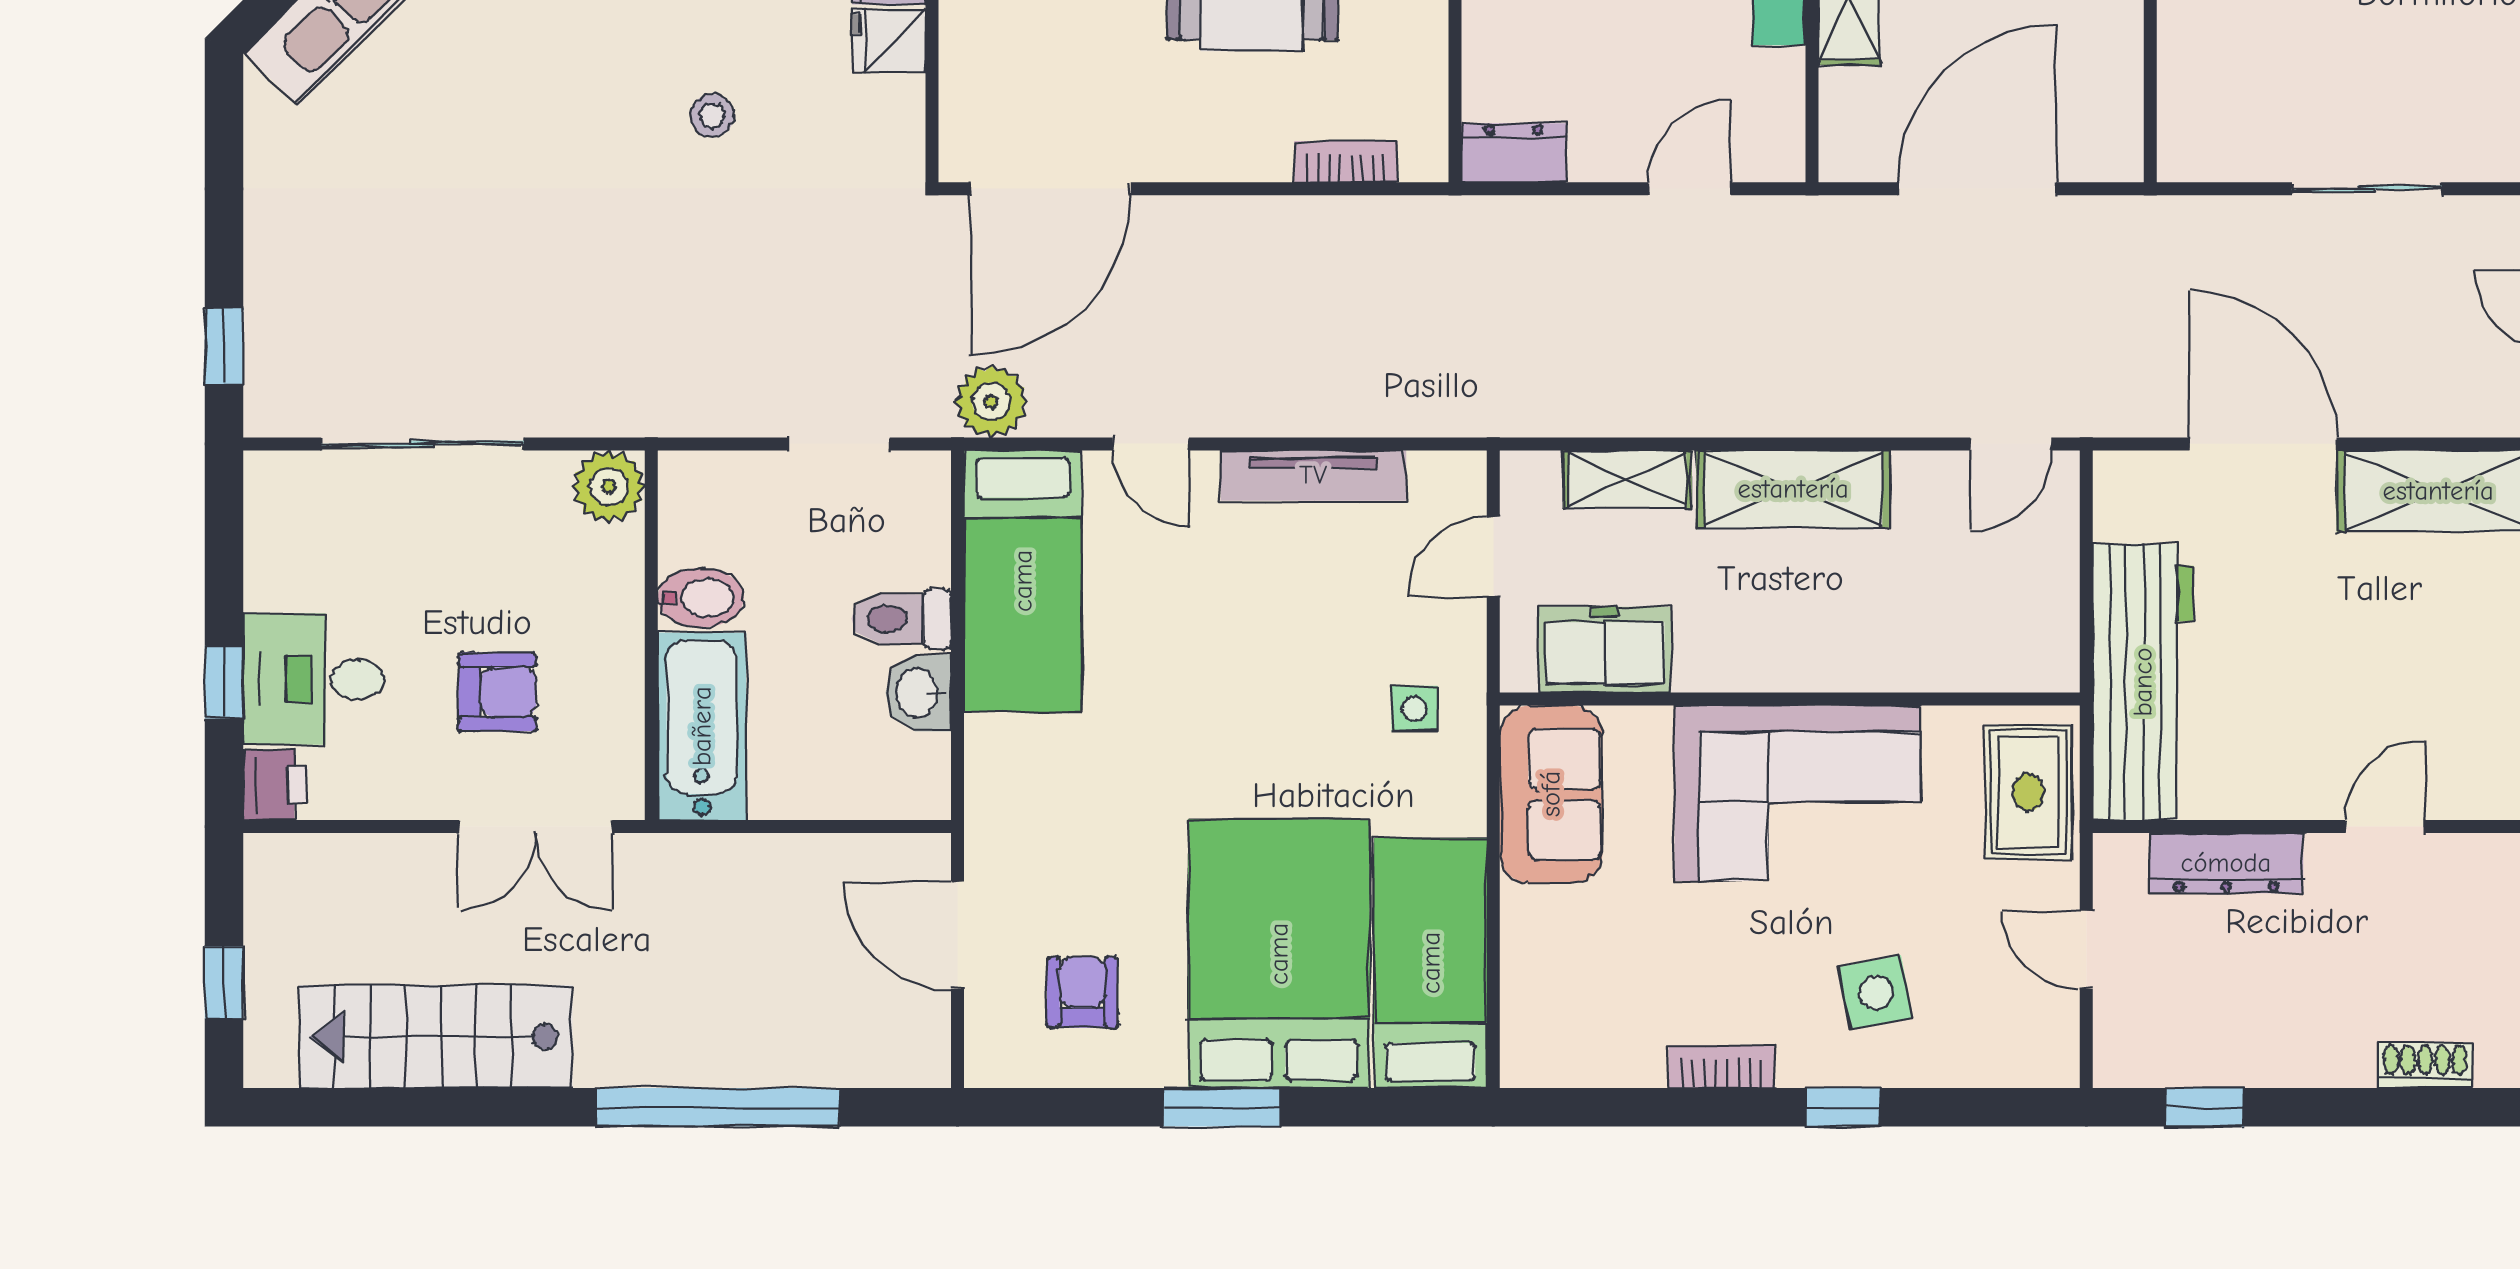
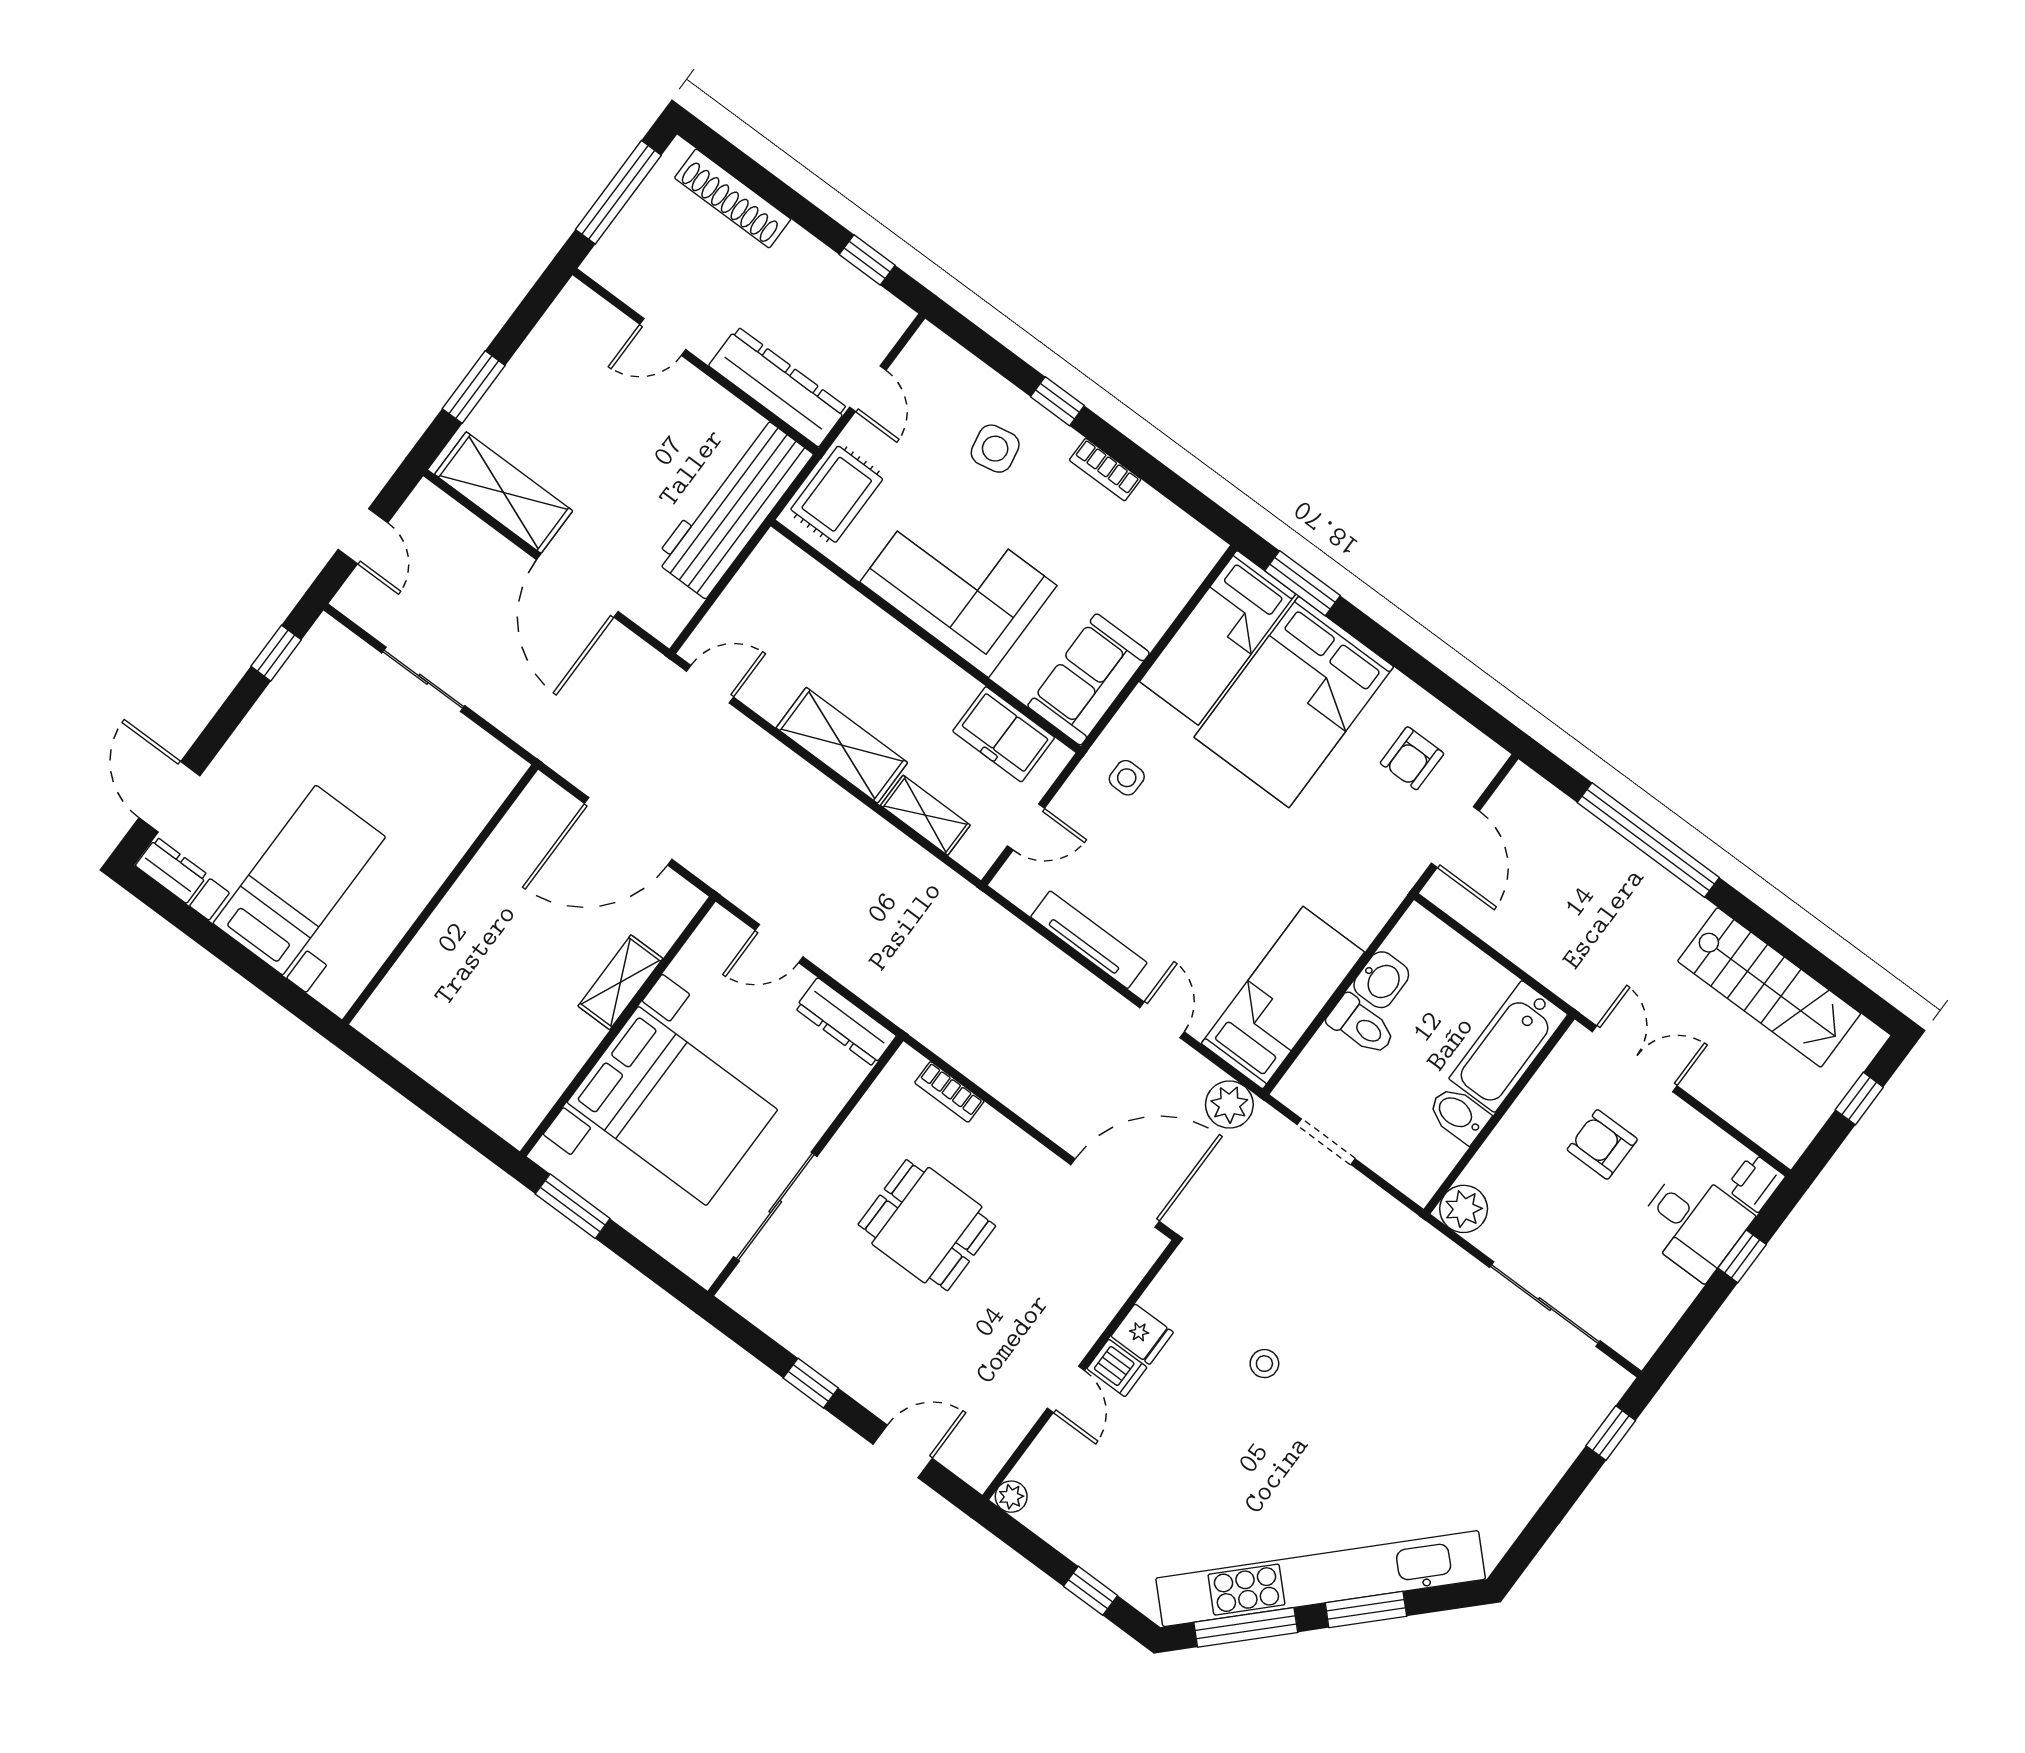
dresser: (1514, 153) -> (846, 1022), width x1.44
dresser: (2226, 863) -> (778, 387), width x1.37, depth x1.24
shoe rack: (2425, 1065) -> (733, 198), width x1.94, depth x1.24
window: (1222, 1107) -> (1302, 583), moved

